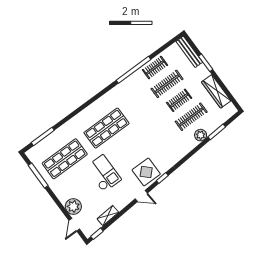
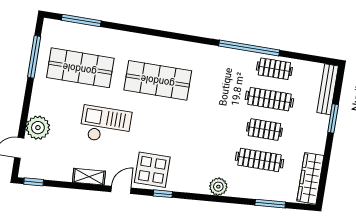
wardrobe: (216, 91) -> (310, 178), moved
plant: (201, 135) -> (218, 187), moved
checkout: (103, 173) -> (105, 125), turned -90
door: (141, 196) -> (121, 190), swing flipped
shelving: (108, 216) -> (89, 177), moved

